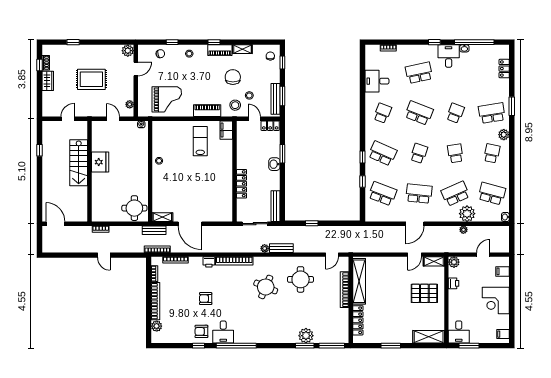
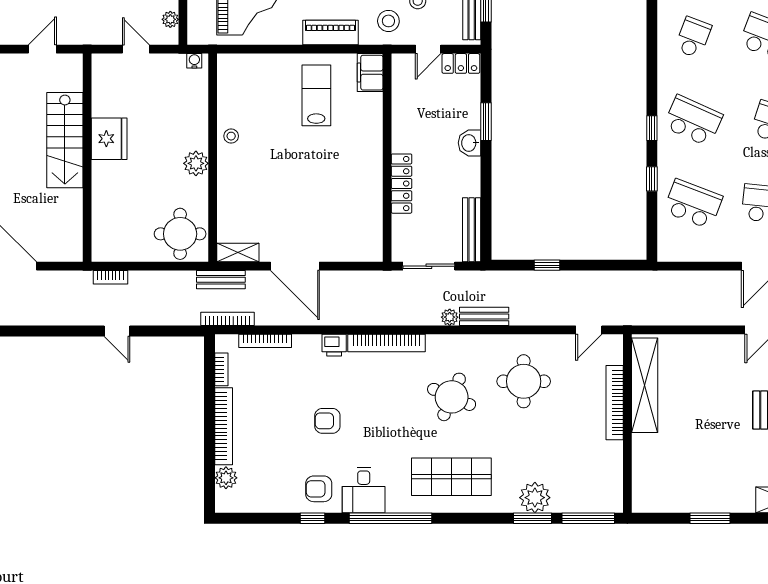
door: (254, 119) -> (428, 49), swing flipped
plant: (142, 174) -> (196, 163), added
locker: (358, 320) -> (642, 466), removed
shop shelf: (266, 326) -> (451, 477), added

